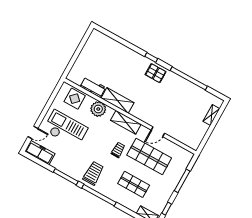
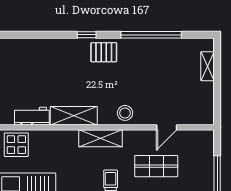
plant: (98, 109) -> (55, 141), removed
stool: (148, 115) -> (125, 113), added
door: (158, 132) -> (167, 127), moved
shop shelf: (149, 156) -> (156, 166), width x0.70, depth x0.74

